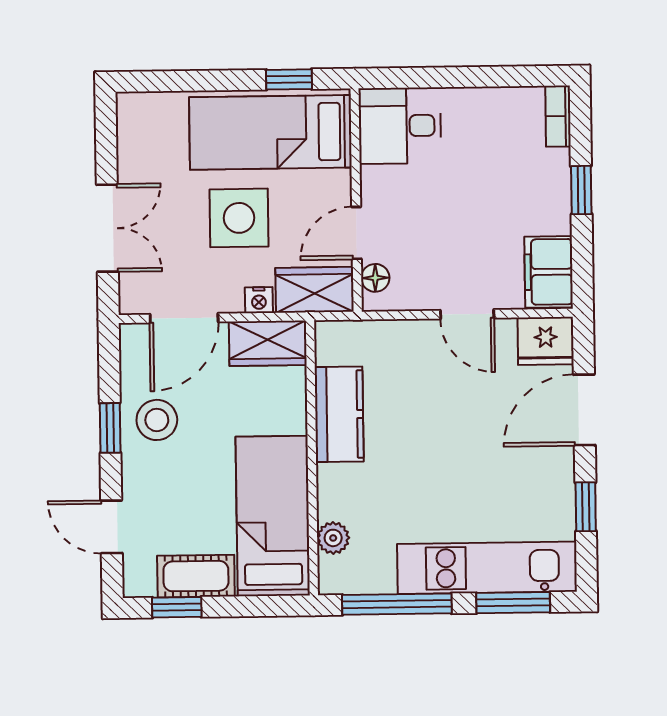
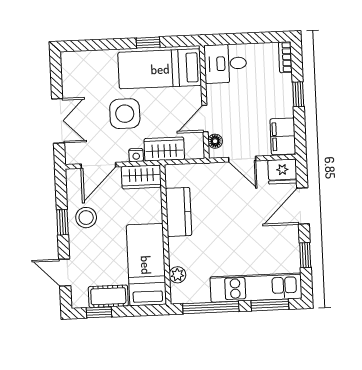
desk: (400, 126) -> (225, 64), moved
bed: (270, 132) -> (160, 69), moved
wall: (356, 200) -> (204, 102), moved
door: (357, 233) -> (205, 119), moved
floor lamp: (375, 278) -> (215, 141), moved

